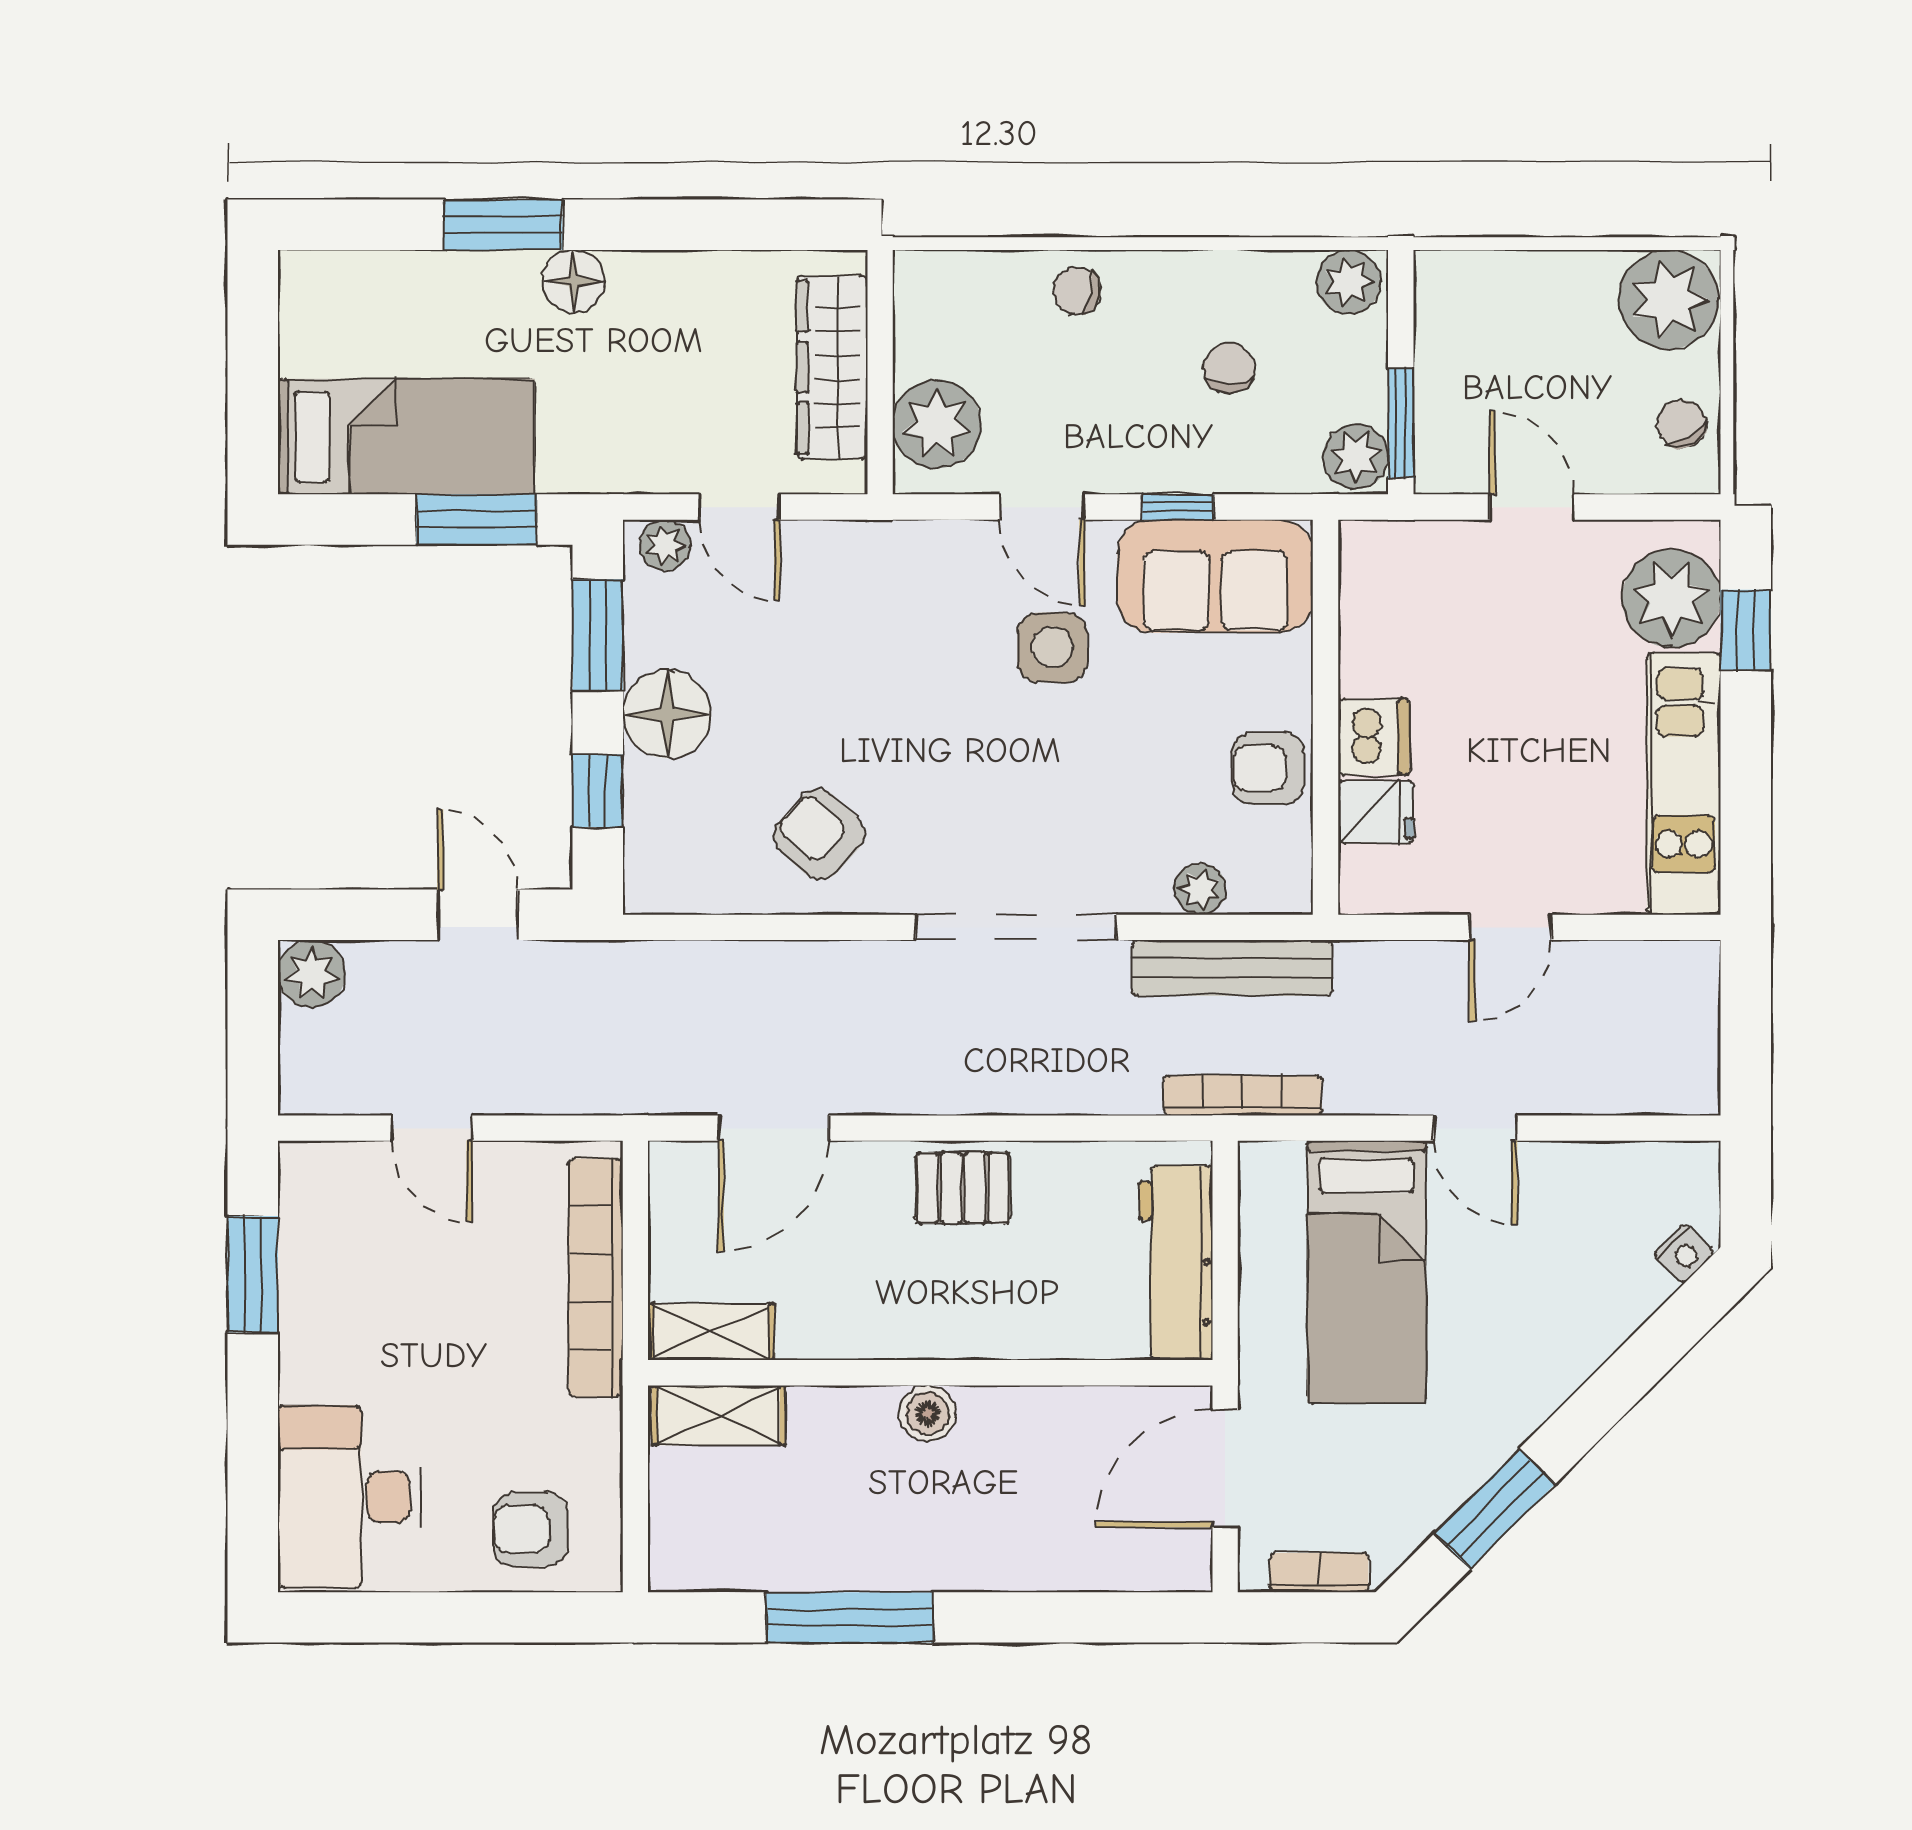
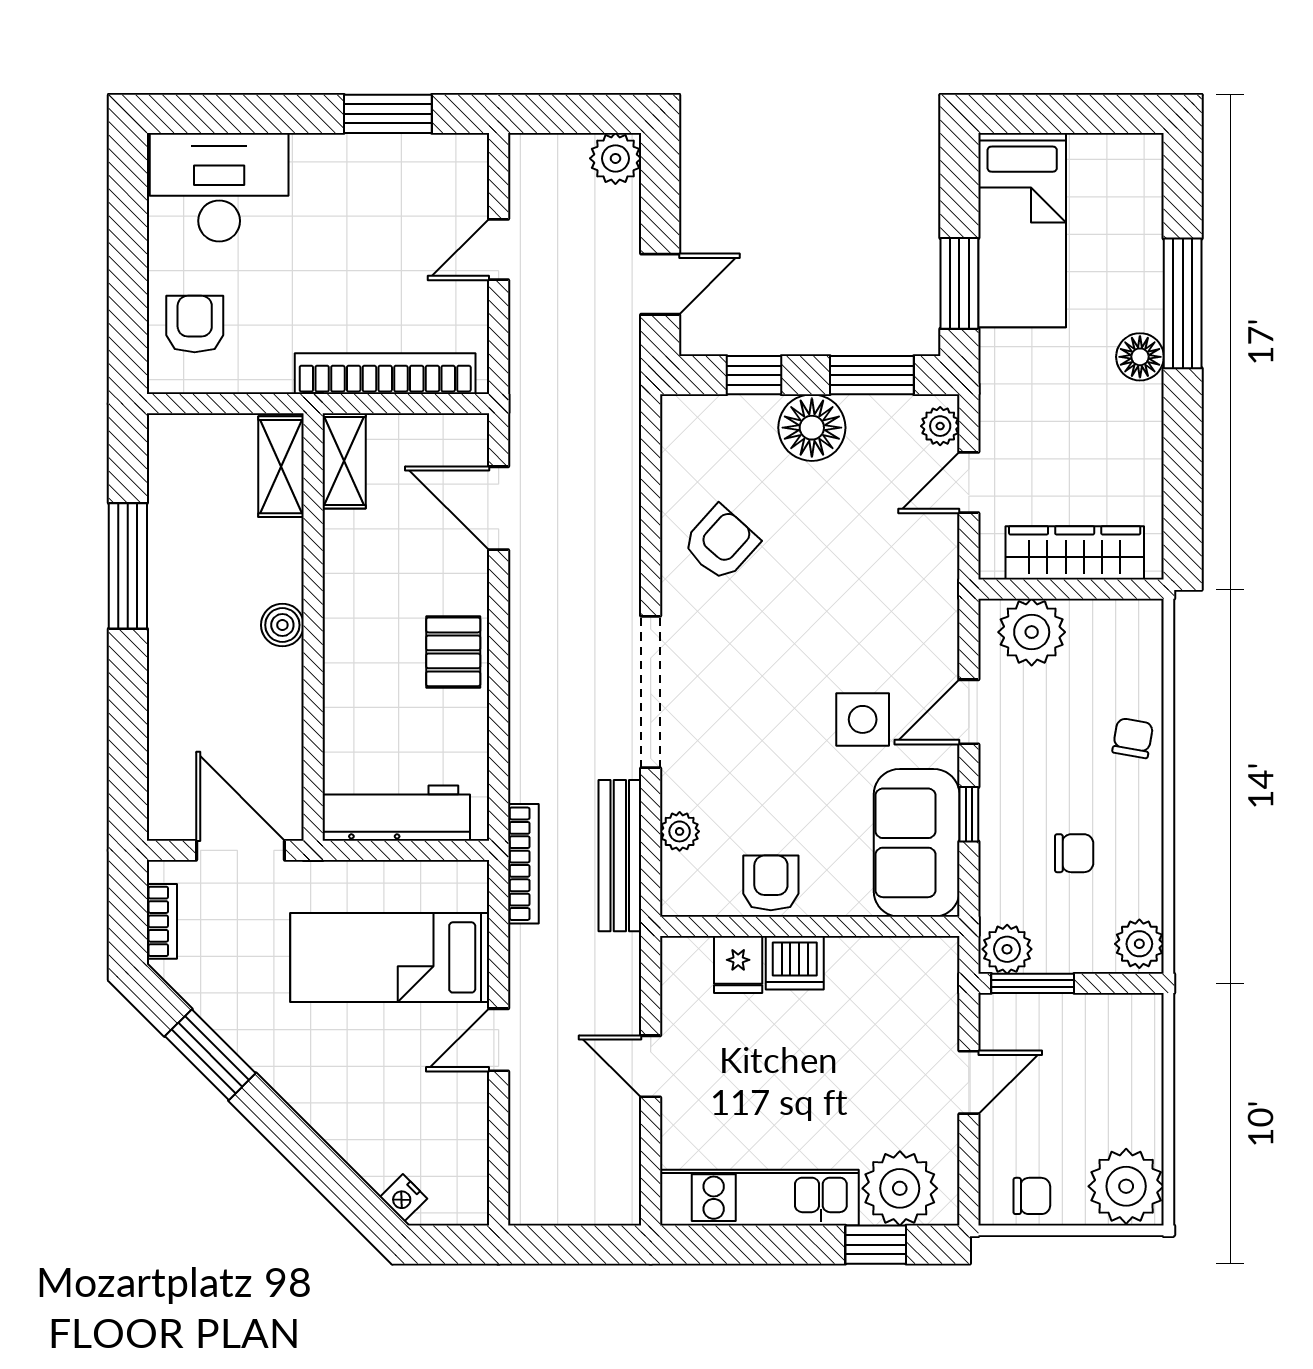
window: (503, 225) -> (1183, 303), width x1.44
chair: (1681, 424) -> (1032, 1196), turned 31

